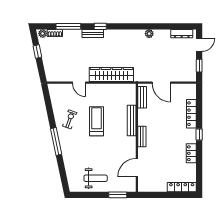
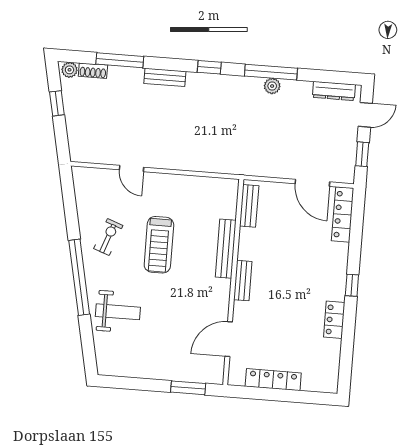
window: (100, 26) -> (209, 67), moved
window: (148, 26) -> (271, 72), added
wardrobe: (111, 74) -> (194, 158), removed
door: (161, 83) -> (312, 183), moved
locker: (191, 114) -> (343, 214), moved
treadmill: (97, 121) -> (159, 245), turned 180
window: (56, 142) -> (79, 277), width x1.46
weight bench: (96, 178) -> (118, 312), moved
locker: (182, 187) -> (273, 380), moved

